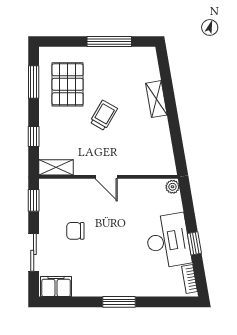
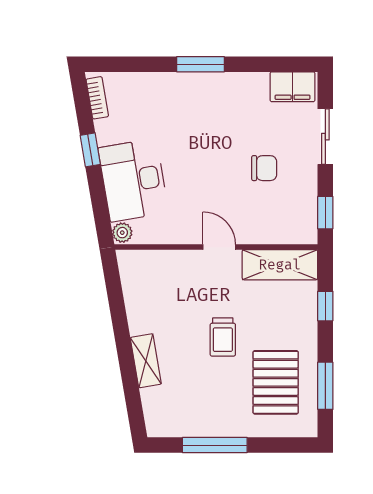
trolley: (104, 115) -> (223, 337), turned -30
shelving: (56, 167) -> (280, 265), width x1.50, depth x1.33
desk: (168, 241) -> (133, 180), moved

